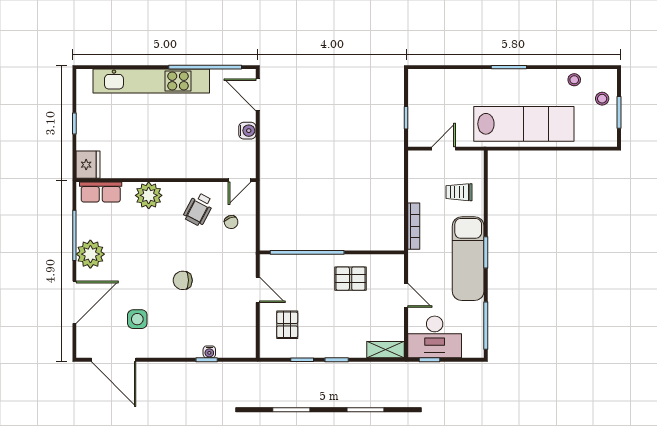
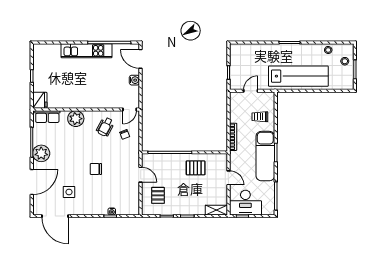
kitchen unit: (151, 81) -> (87, 51), width x0.73

